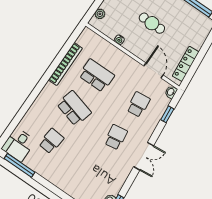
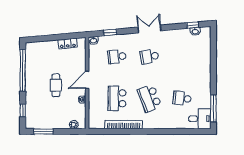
locker: (186, 64) -> (68, 44), width x0.66
door: (154, 71) -> (87, 80), moved
school desk: (74, 108) -> (150, 98), turned -36

